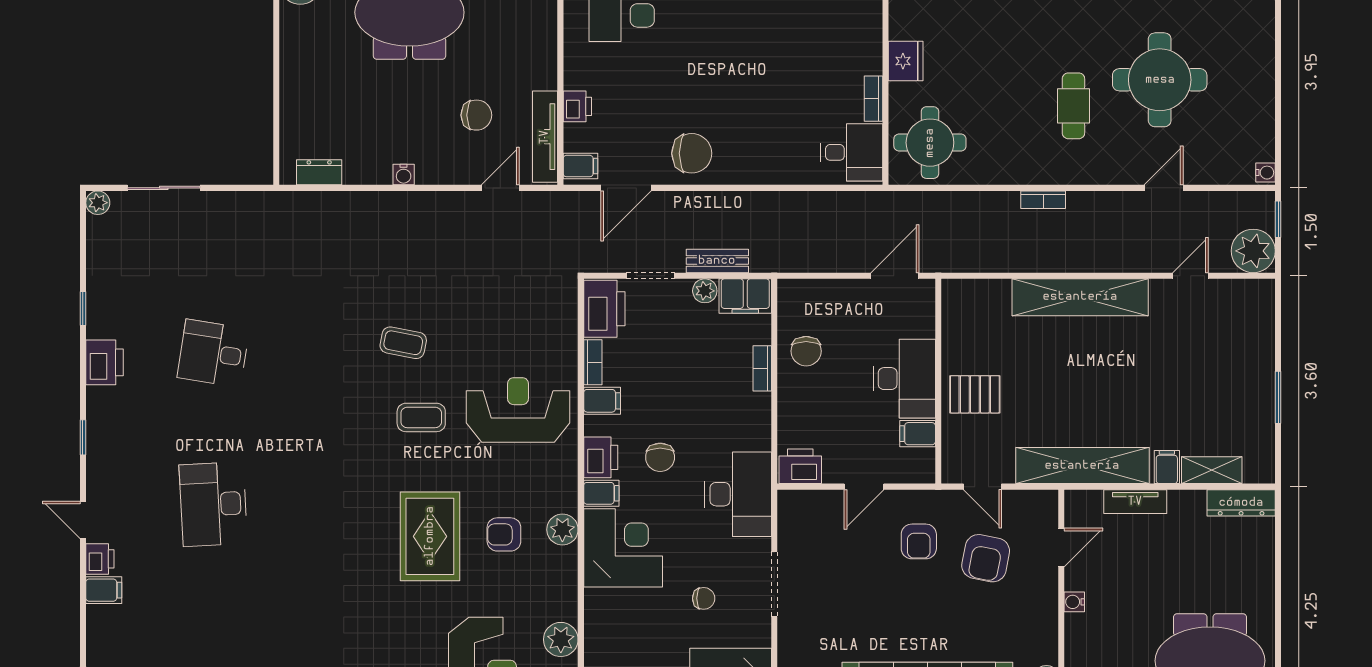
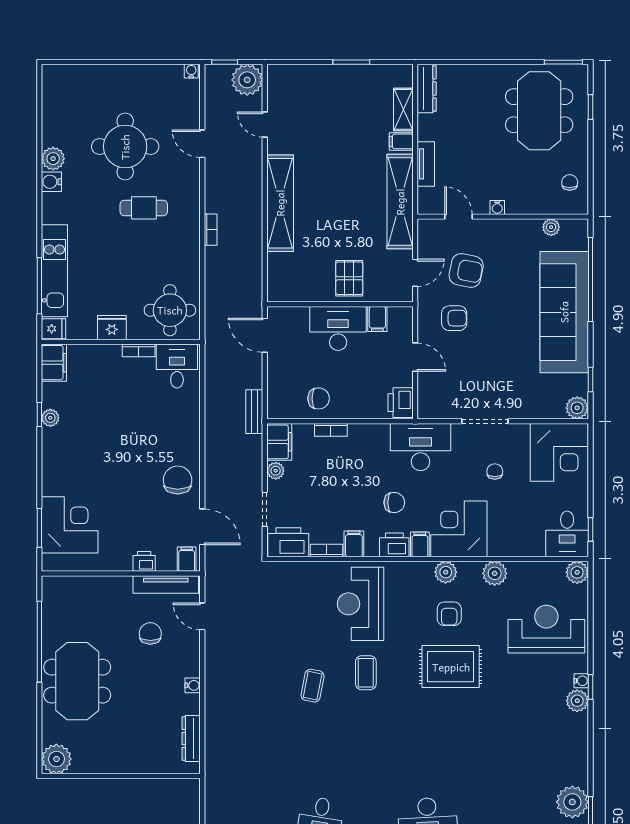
dresser: (319, 172) -> (191, 739), width x1.44
bench: (717, 261) -> (254, 412), moved
plant: (561, 639) -> (495, 573), moved

